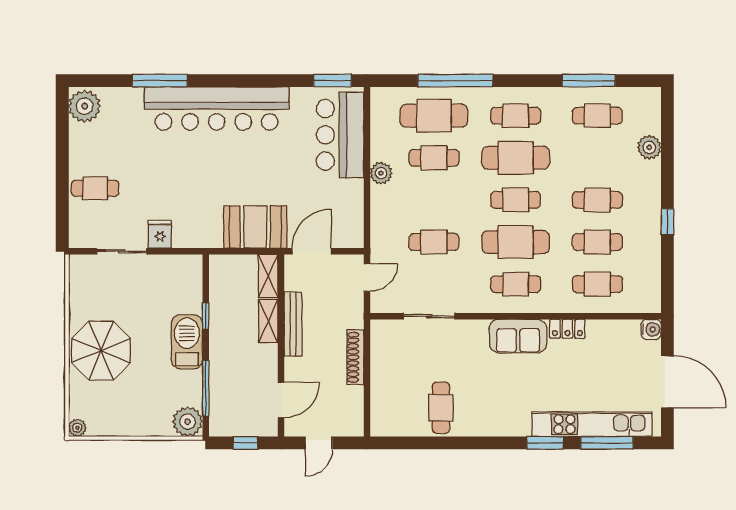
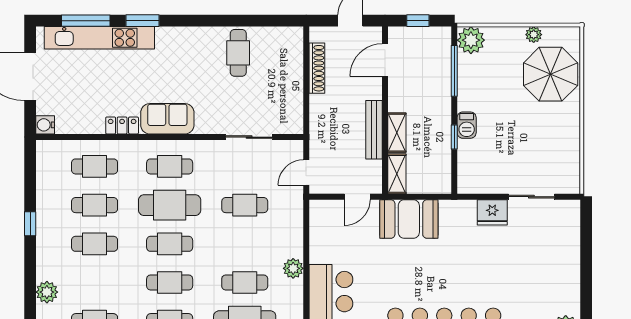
cafe table: (516, 158) -> (170, 282), width x0.73, depth x0.74
cafe table: (95, 188) -> (556, 254), removed
fridge: (160, 234) -> (492, 212), width x1.38
door: (312, 251) -> (357, 197), width x0.73
barbecue: (187, 342) -> (467, 125), width x0.53, depth x0.65
parasol: (101, 351) -> (551, 74), moved
shoe rack: (355, 357) -> (317, 68), moved
plant: (77, 428) -> (534, 35), moved

